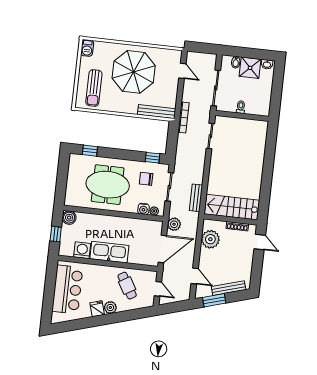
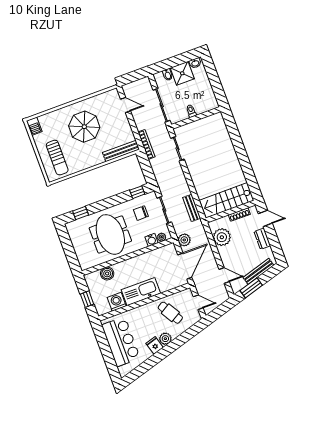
parasol: (134, 72) -> (84, 127), width x0.73, depth x0.73
meeting table: (108, 185) -> (110, 234), turned 90
boiler: (69, 218) -> (107, 274), moved
dresser: (247, 260) -> (262, 239), added

